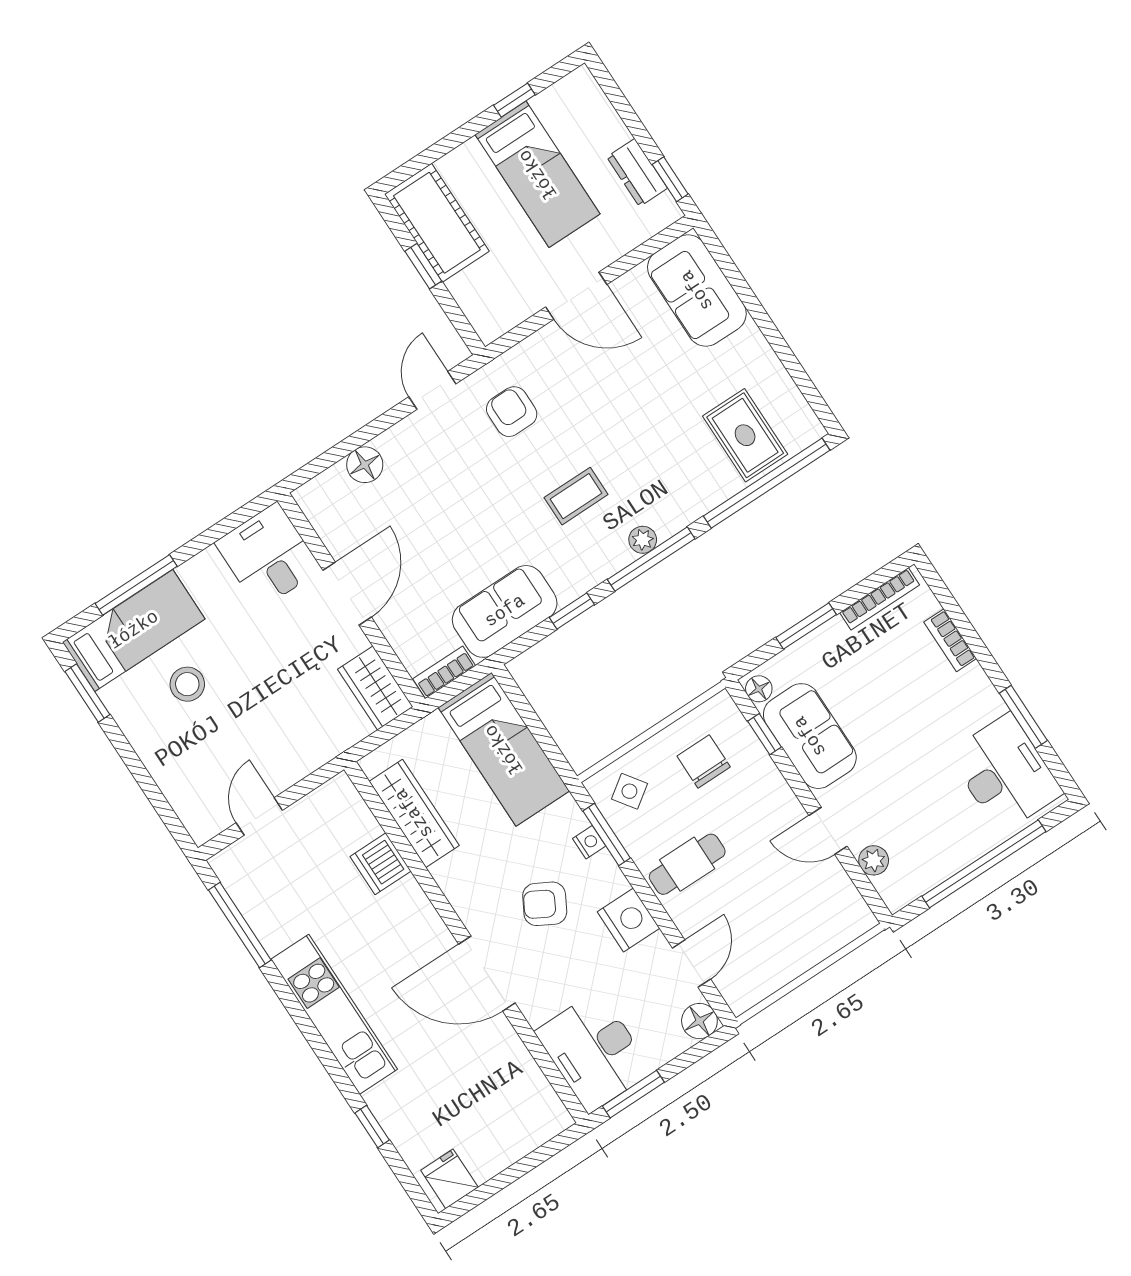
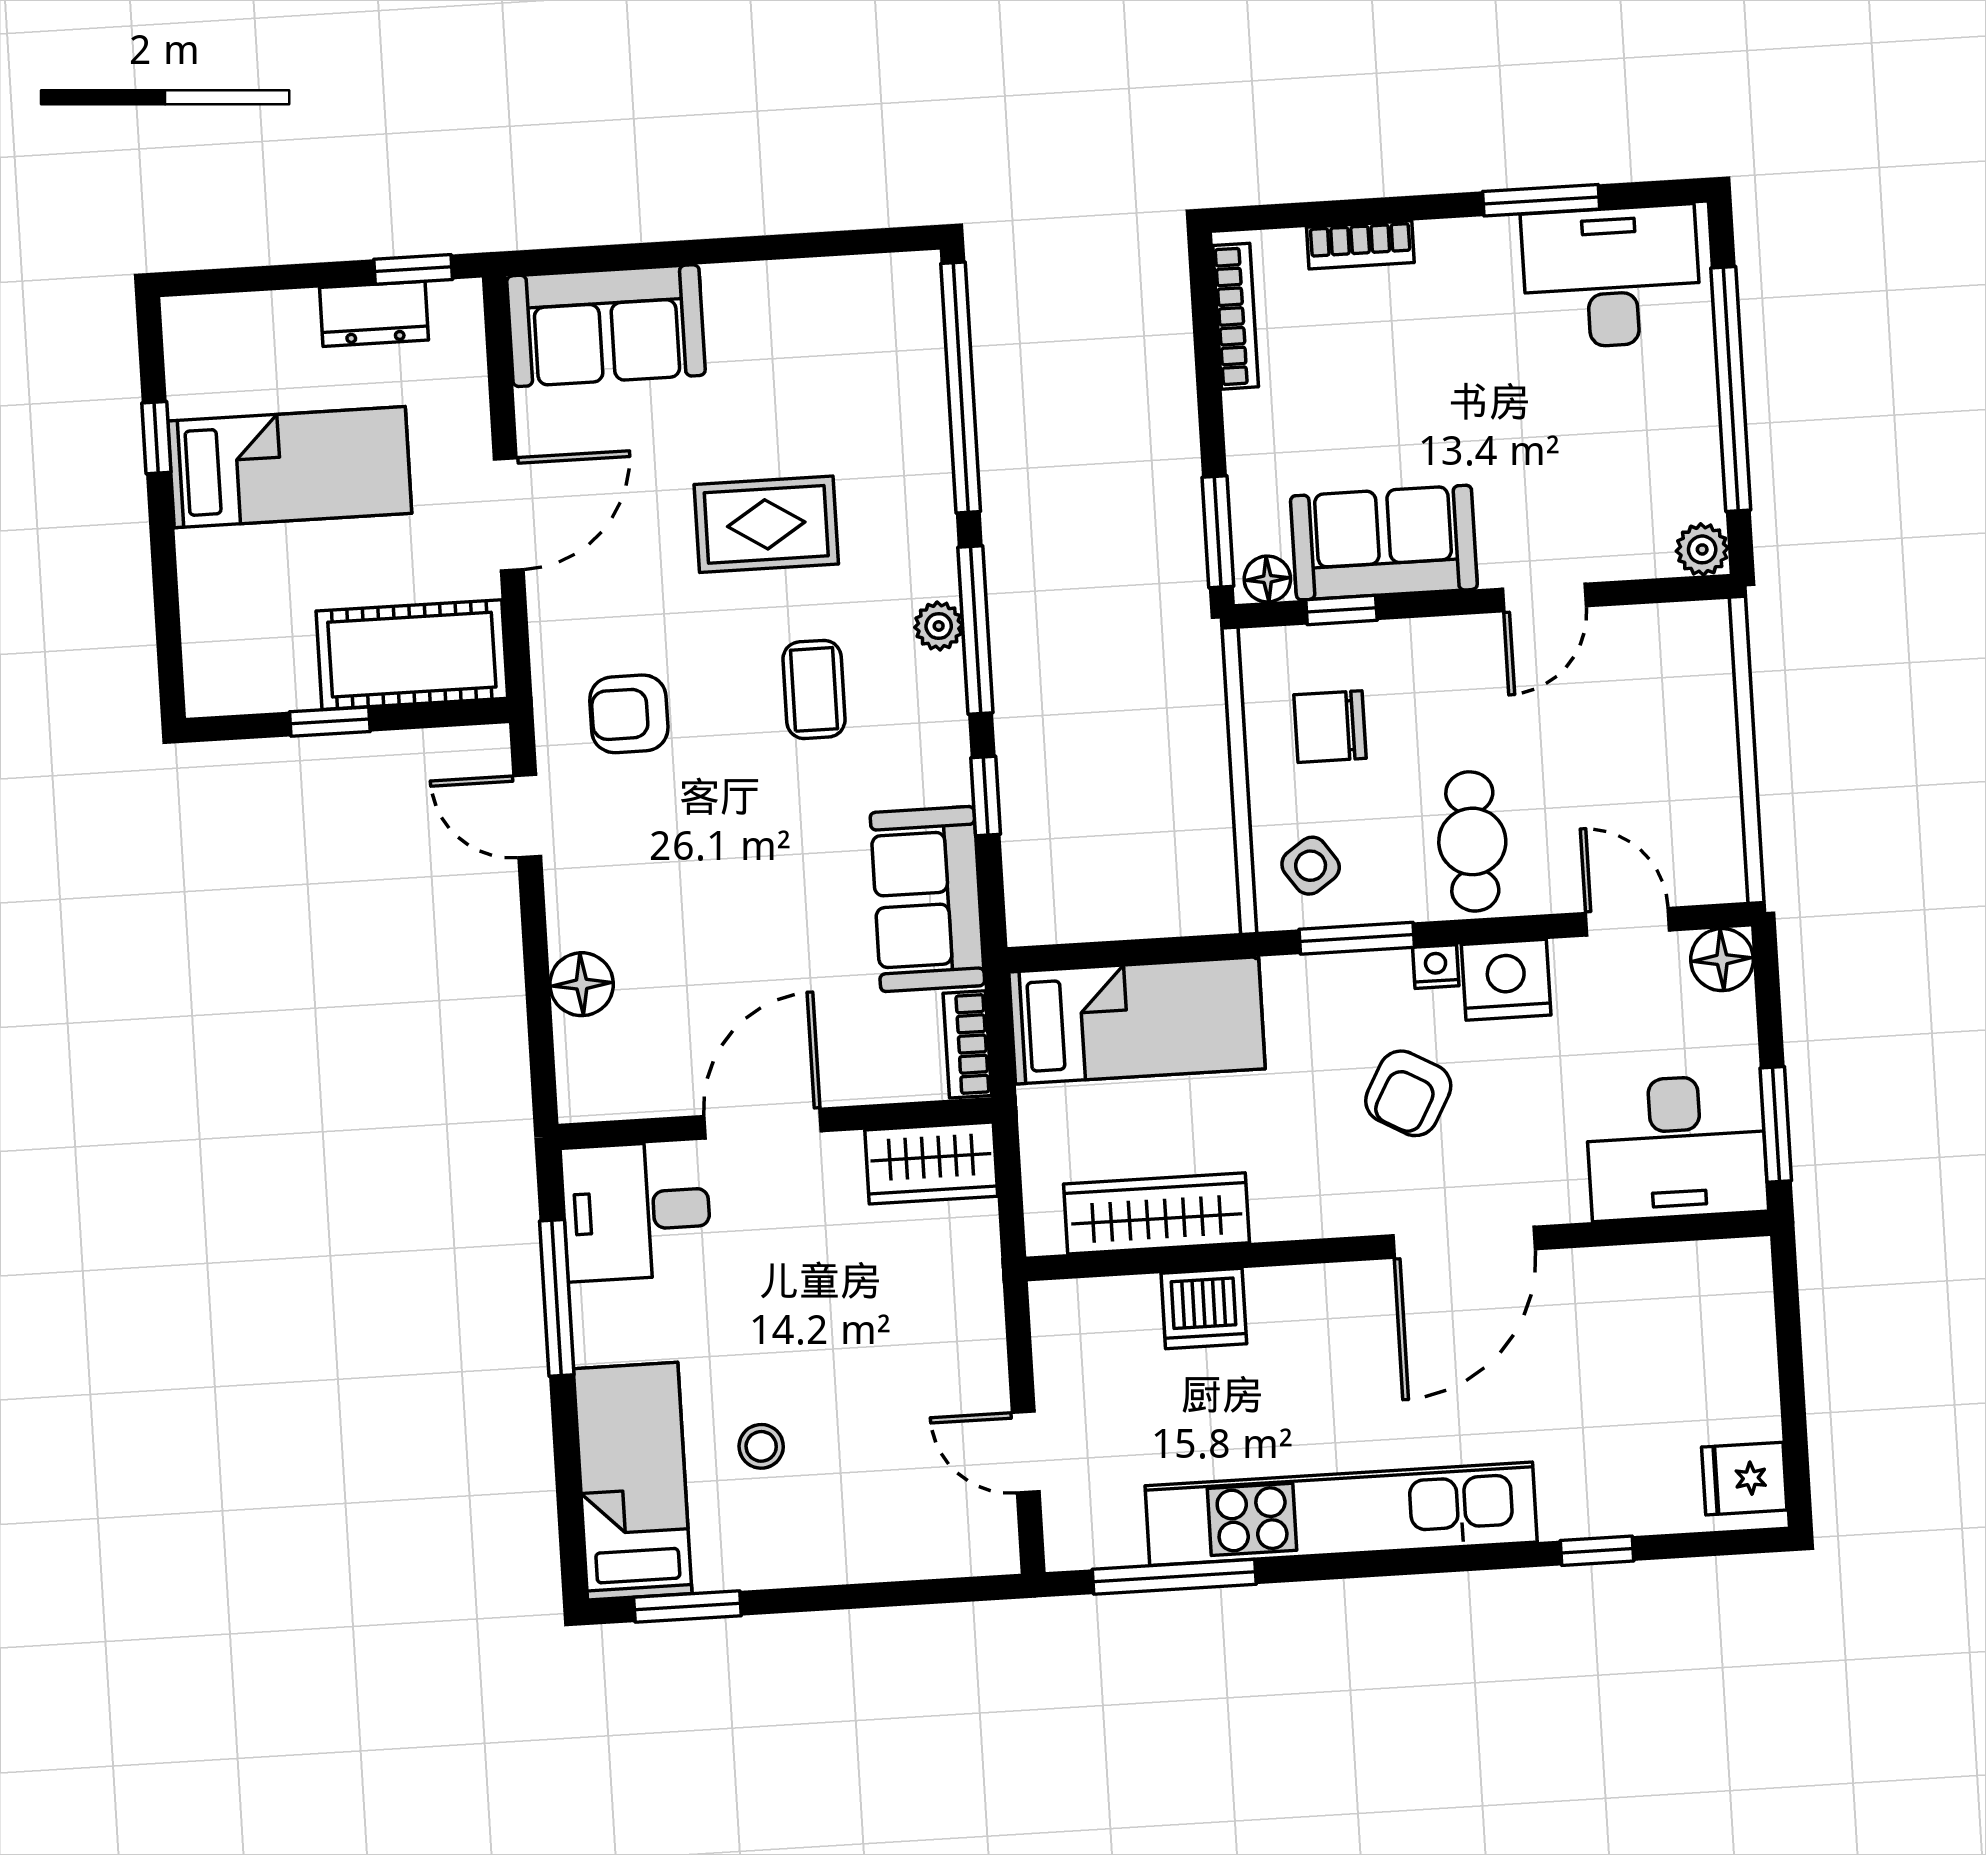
cot: (437, 223) -> (412, 655), moved
rug: (745, 435) -> (766, 524), moved
window: (136, 585) -> (557, 1298), moved
door: (347, 594) -> (763, 1124), hinge flipped
window: (806, 626) -> (1218, 532), moved
stool: (187, 684) -> (761, 1446), width x0.73, depth x0.73
nightstand: (589, 842) -> (1436, 967), moved
plant: (874, 860) -> (1702, 549), moved
kitchen unit: (334, 1014) -> (1341, 1514), width x1.36

